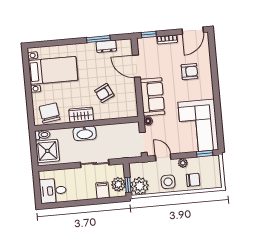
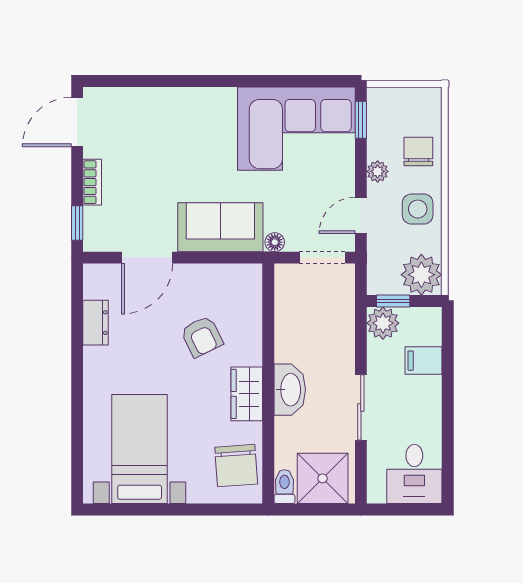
door: (193, 31) -> (77, 122), swing flipped
window: (98, 39) -> (77, 339), removed
armchair: (189, 72) -> (170, 138), removed
chair: (50, 113) -> (236, 466), turned -86
sliding door: (95, 164) -> (361, 407), moved
plant: (118, 184) -> (383, 323), moved
window: (128, 185) -> (393, 301), moved

